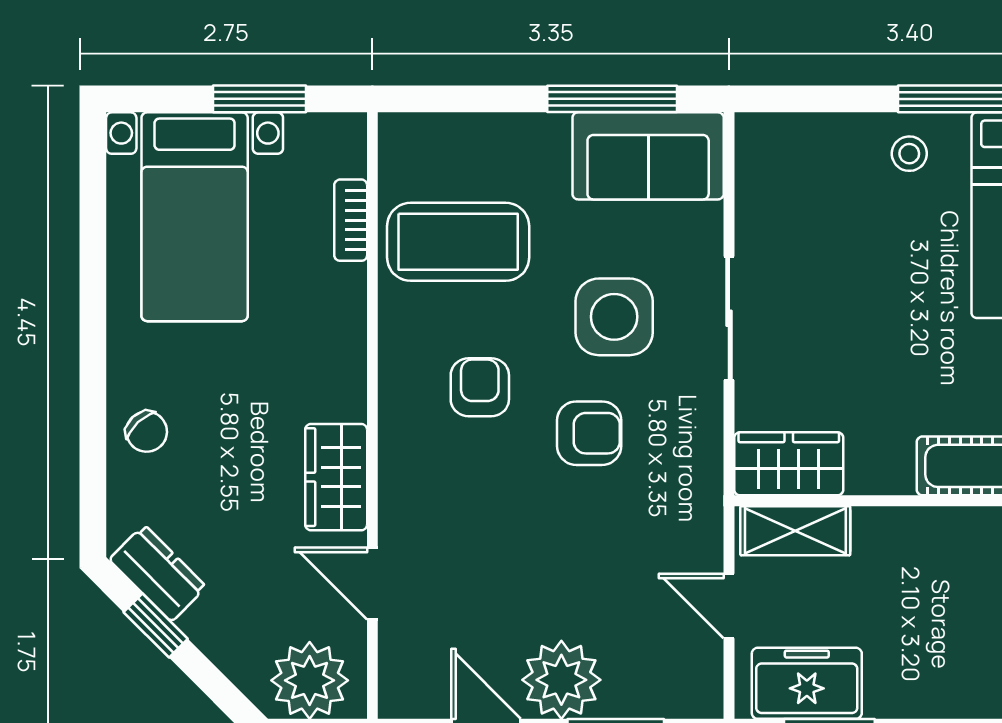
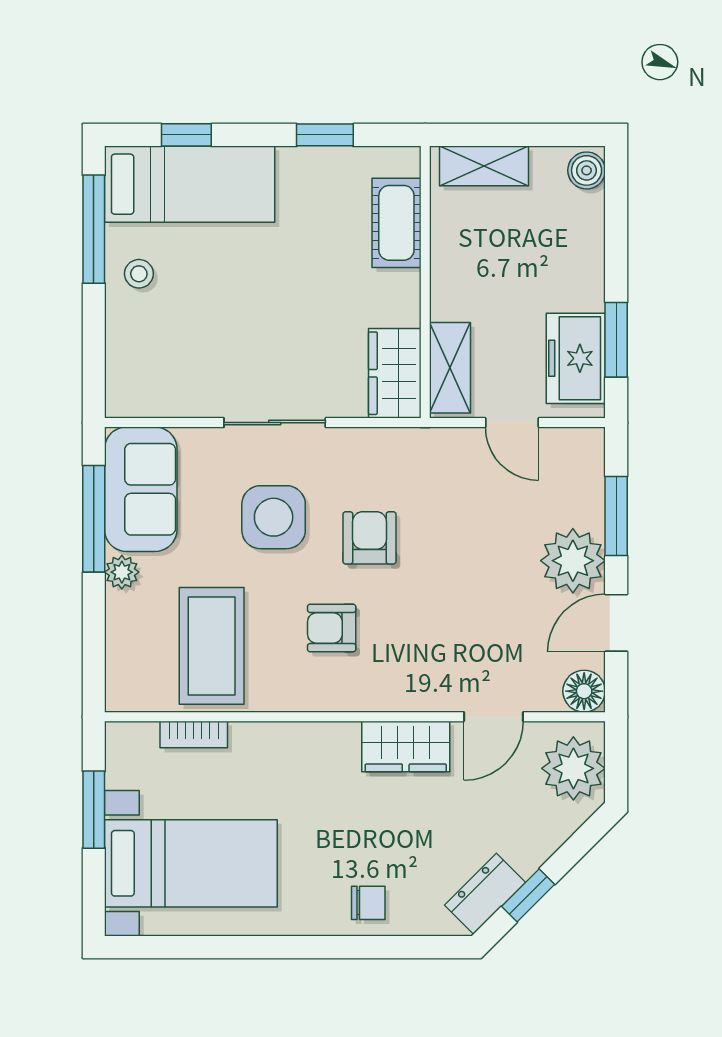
plant: (548, 133) -> (122, 572), added
chair: (147, 432) -> (368, 903), turned 43
door: (729, 606) -> (512, 423), hinge flipped
floor lamp: (403, 693) -> (584, 691), added

